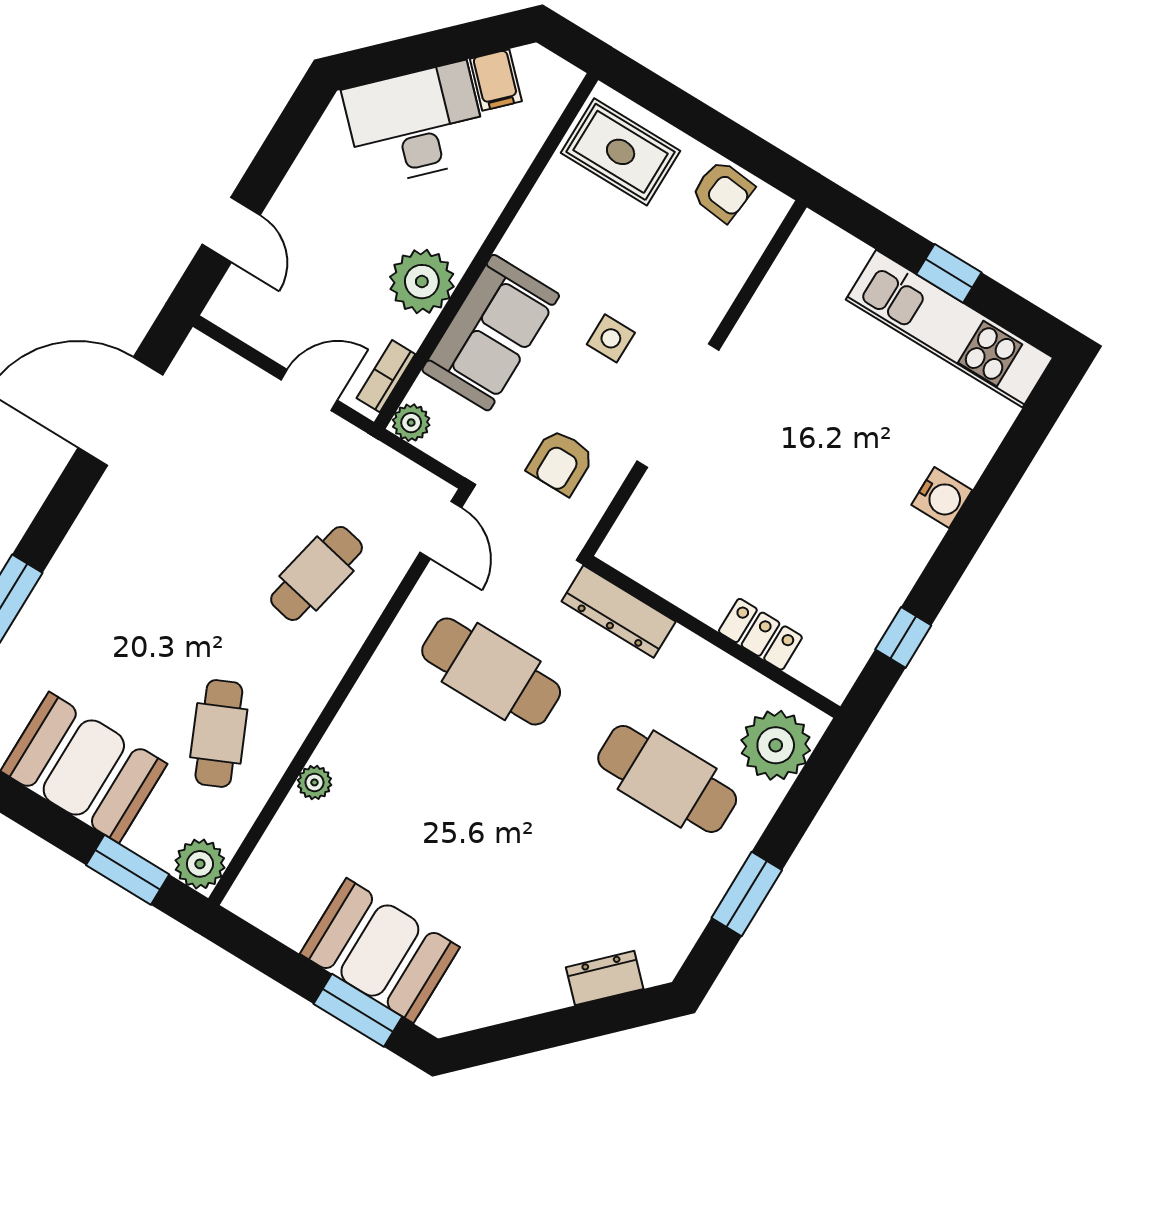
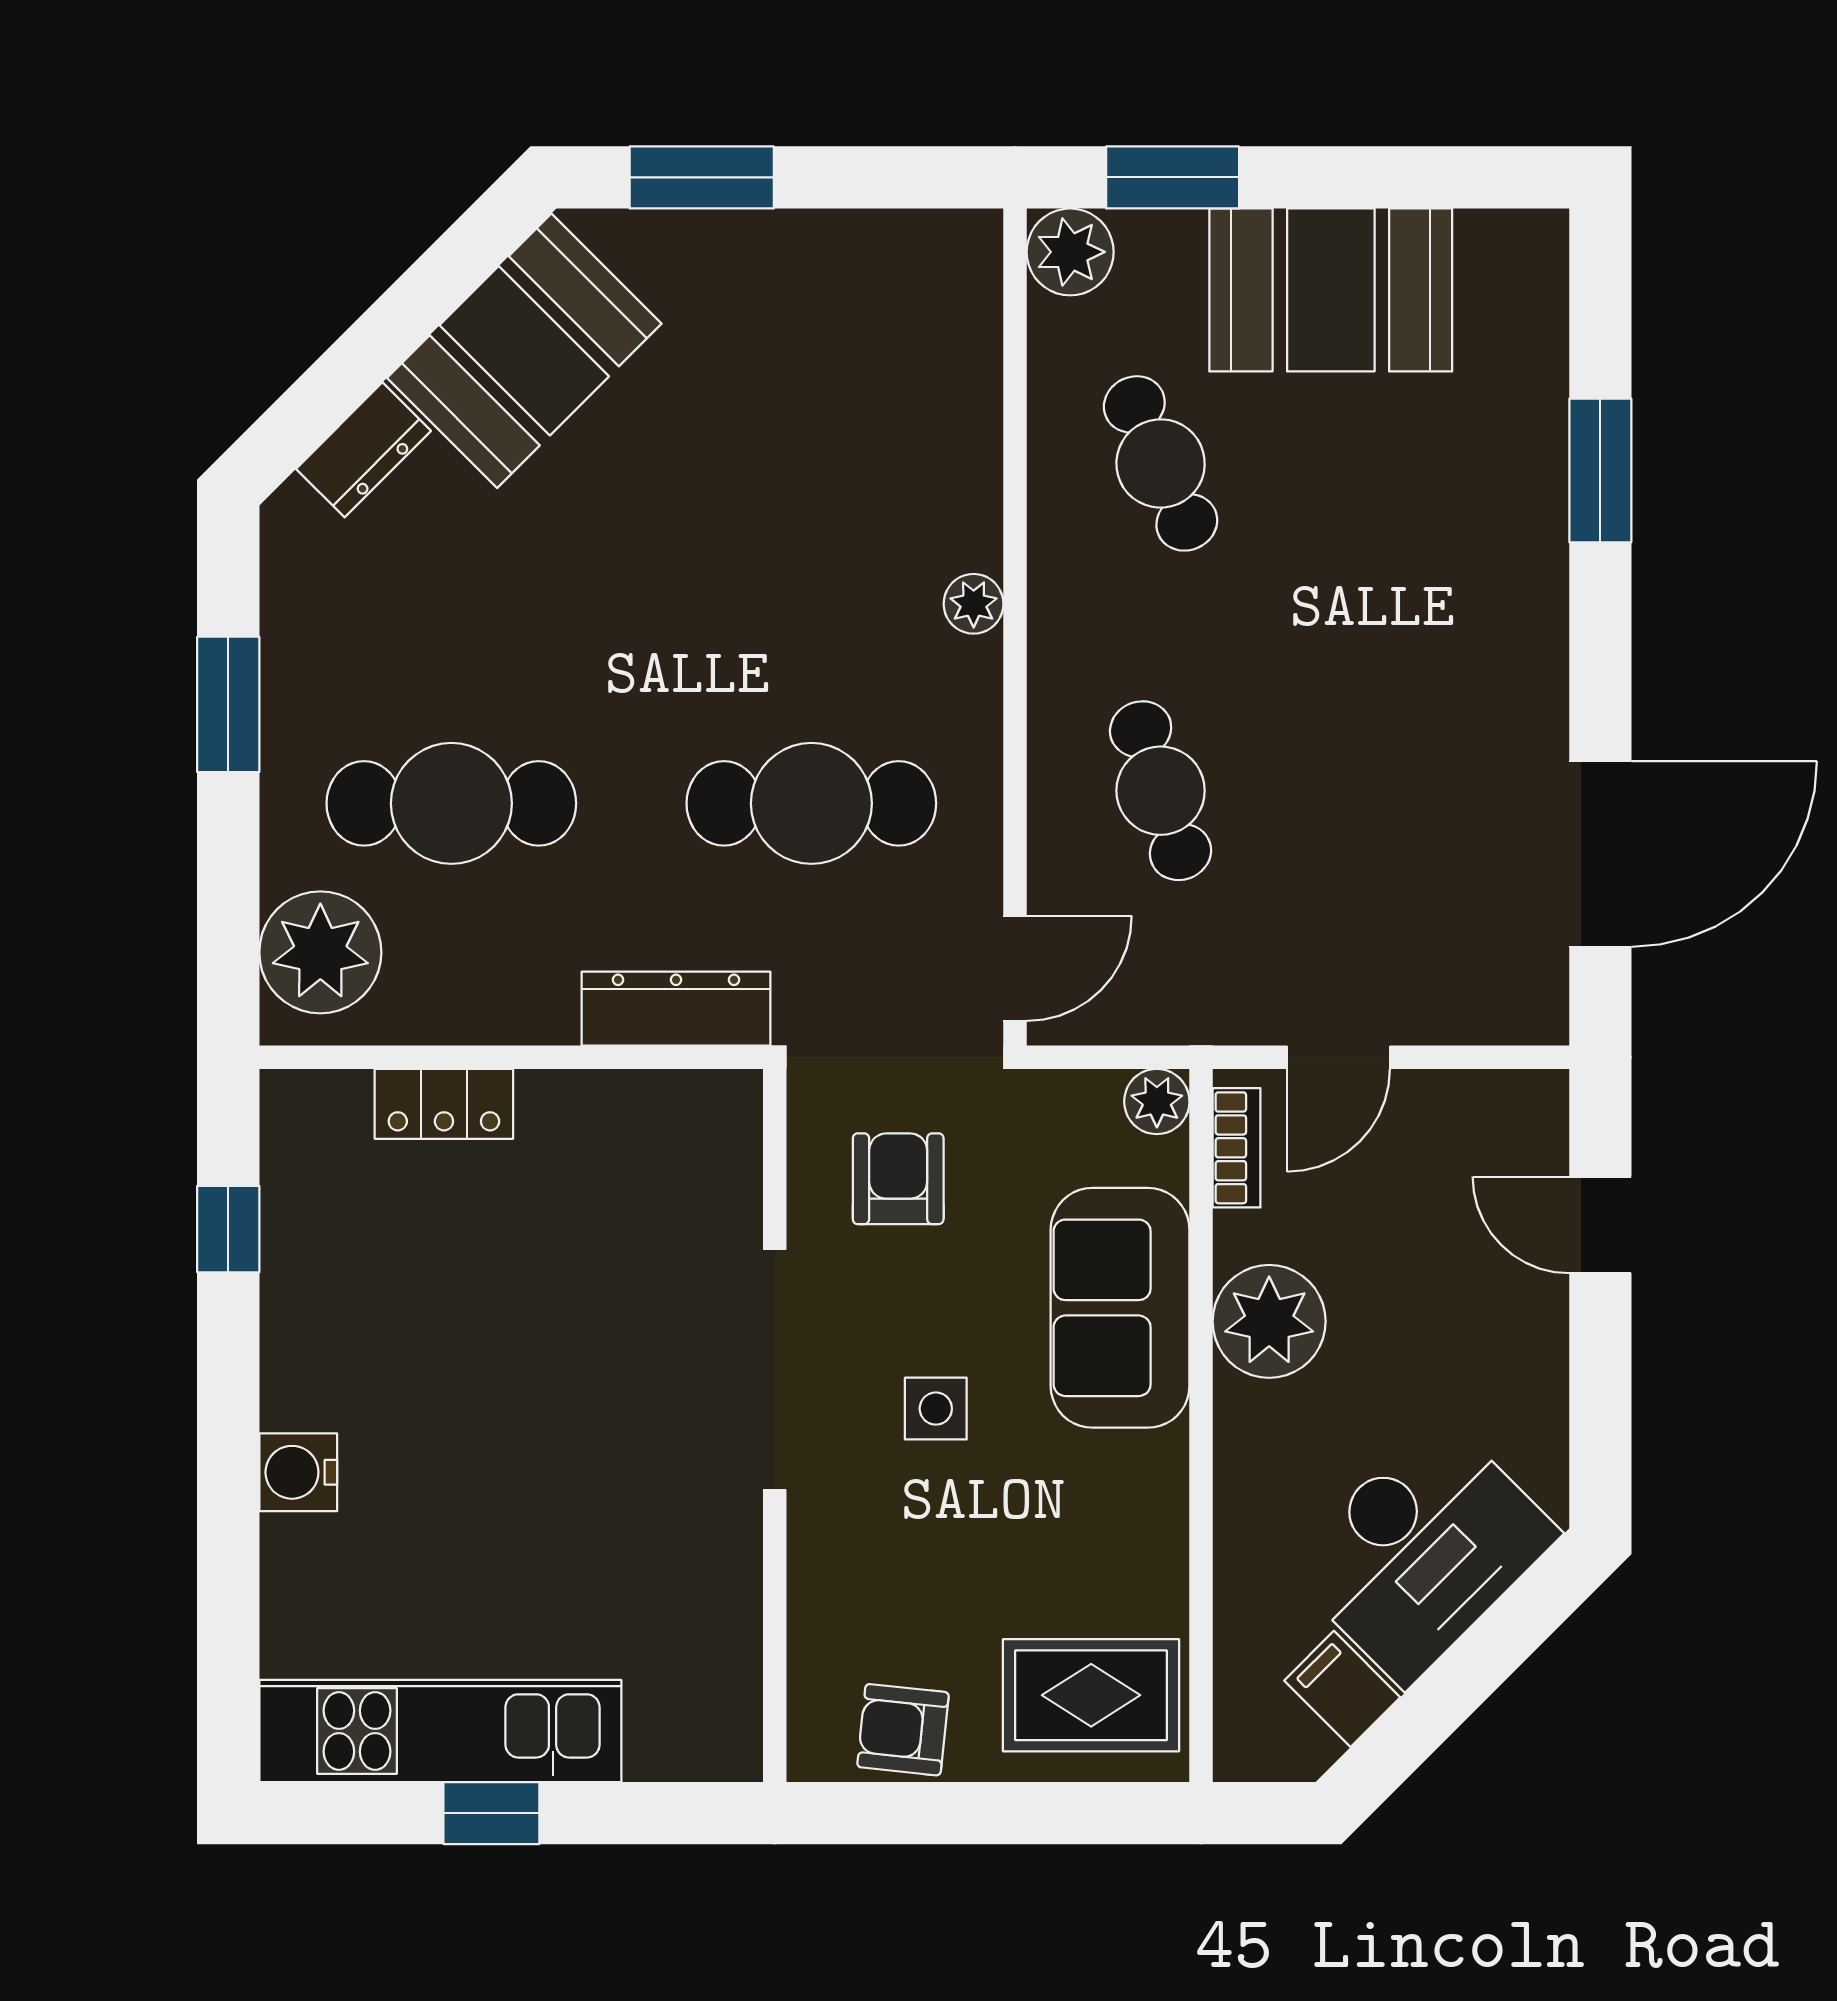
door: (441, 530) -> (1015, 968), swing flipped
cafe table: (317, 573) -> (1161, 791), turned -30
plant: (314, 782) -> (974, 604), moved
booth: (380, 951) -> (524, 351), moved, turned -45

